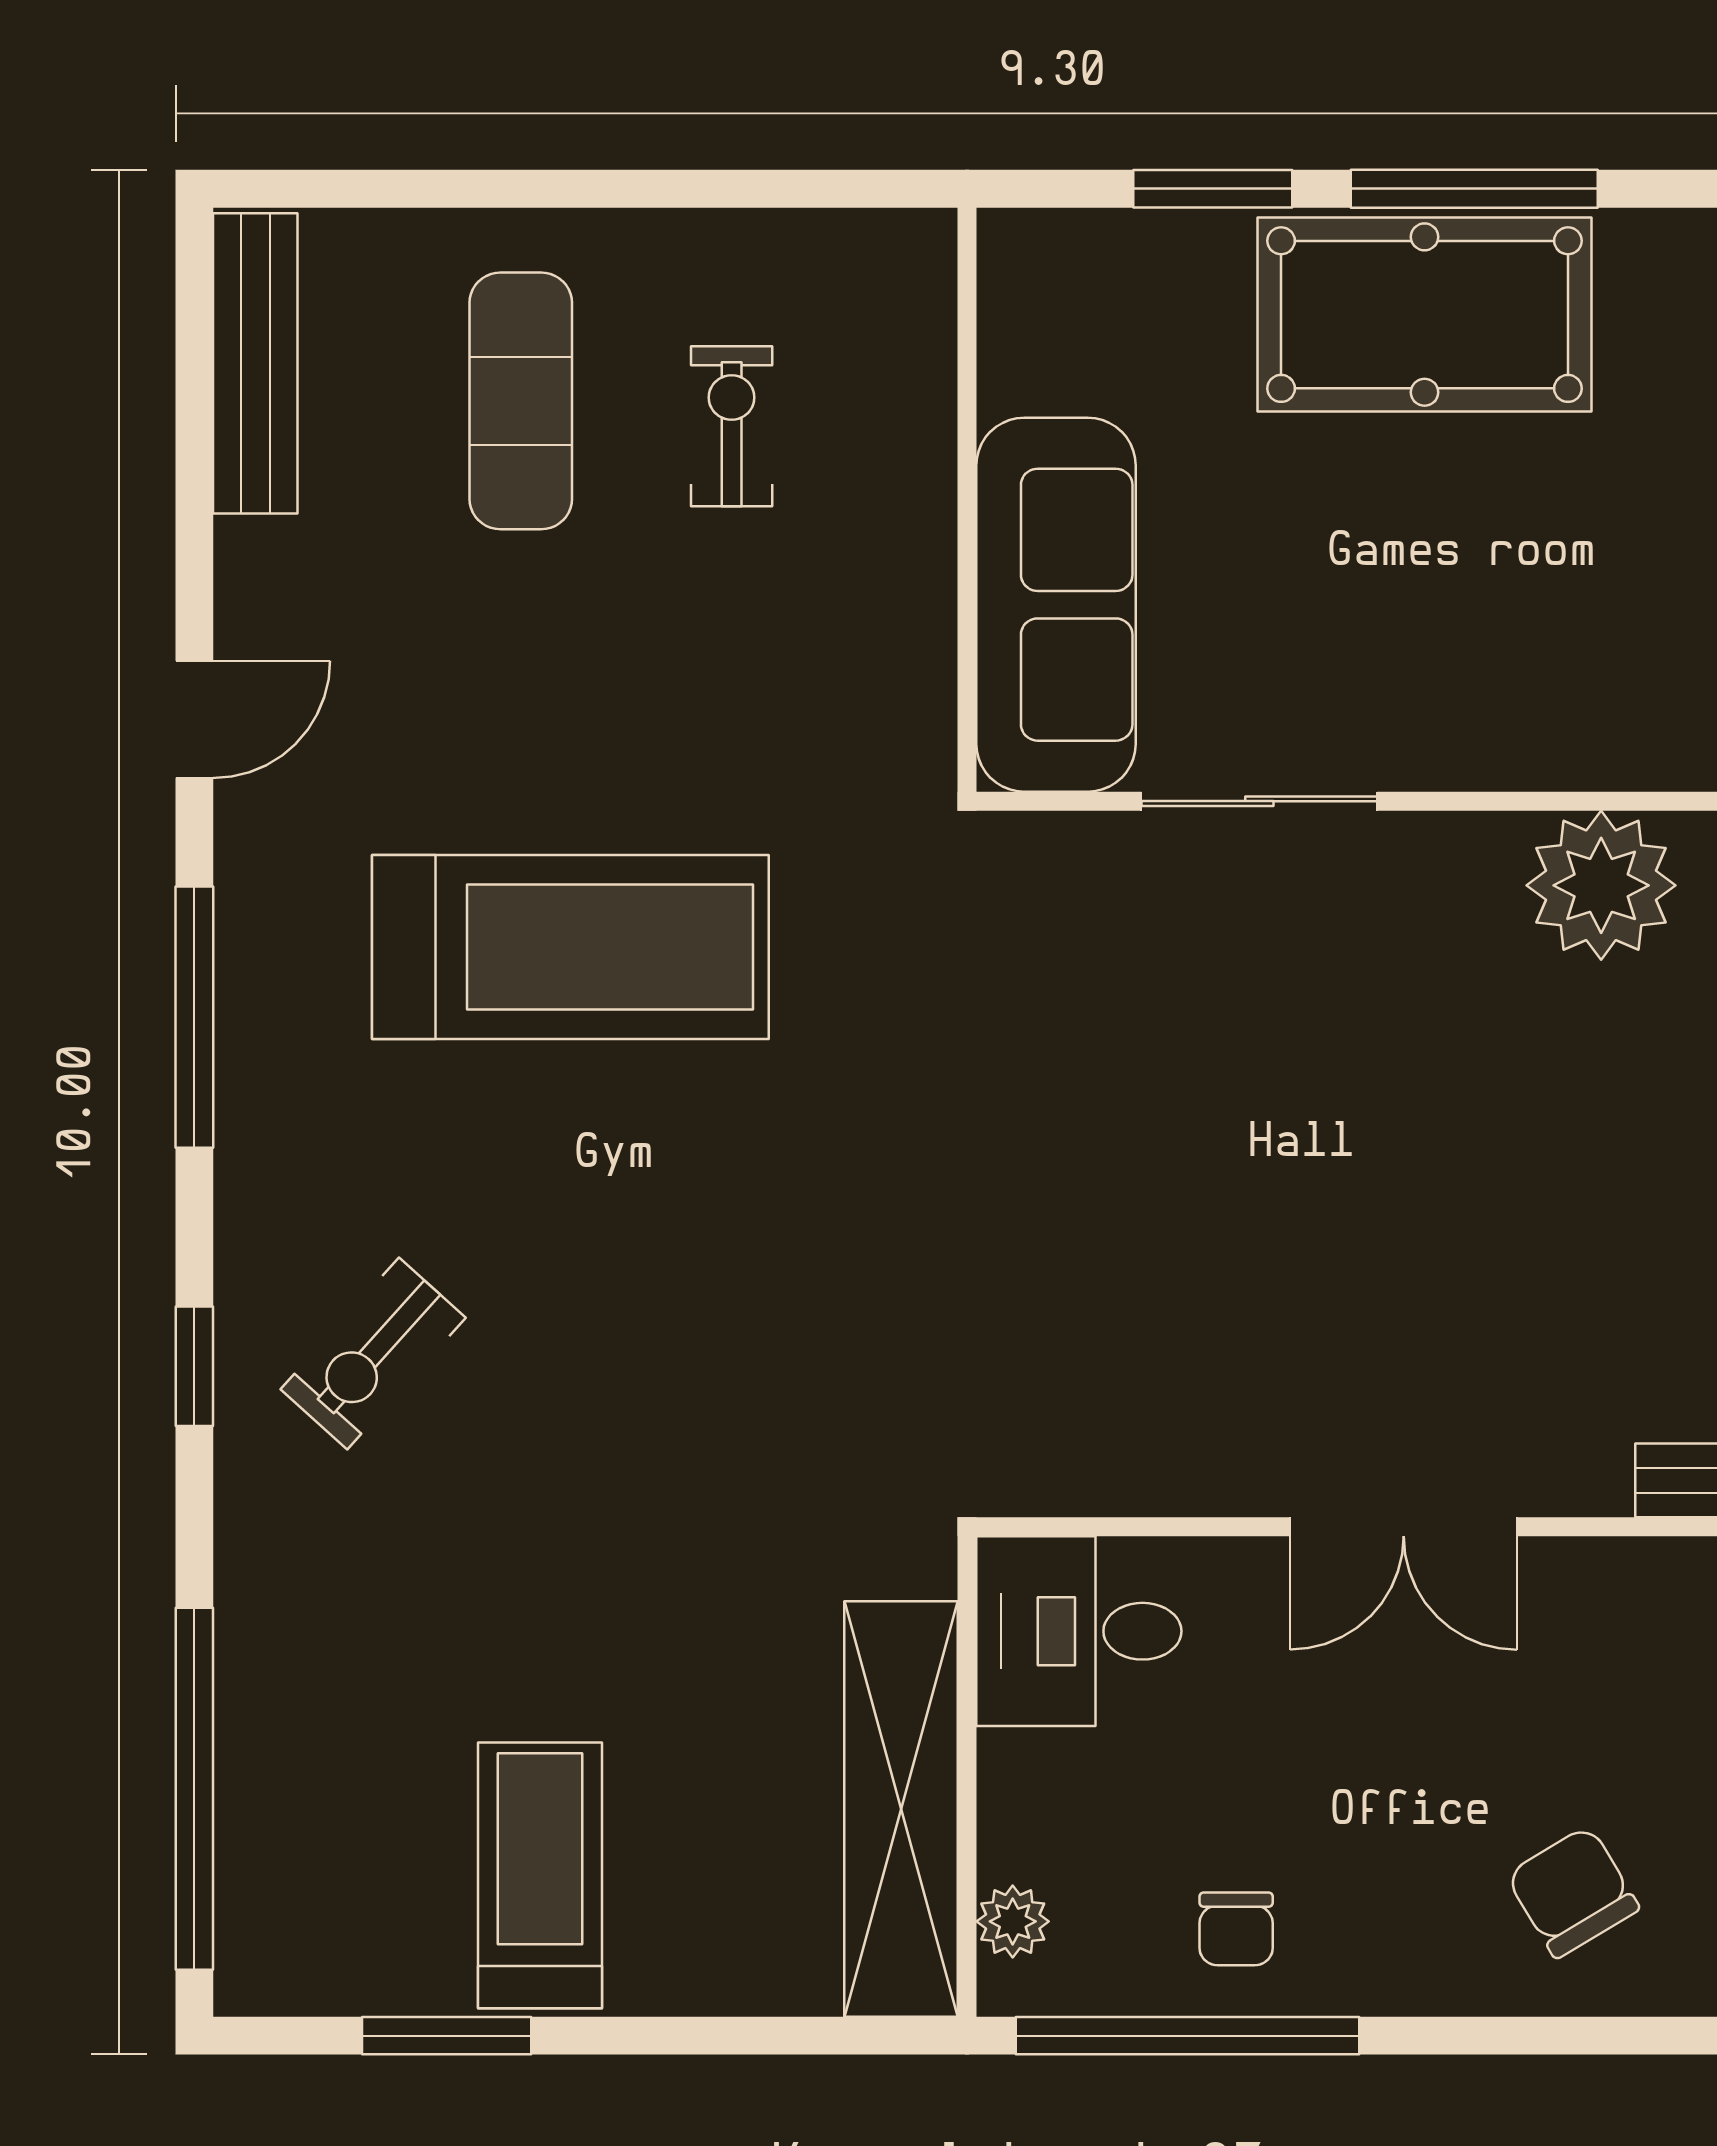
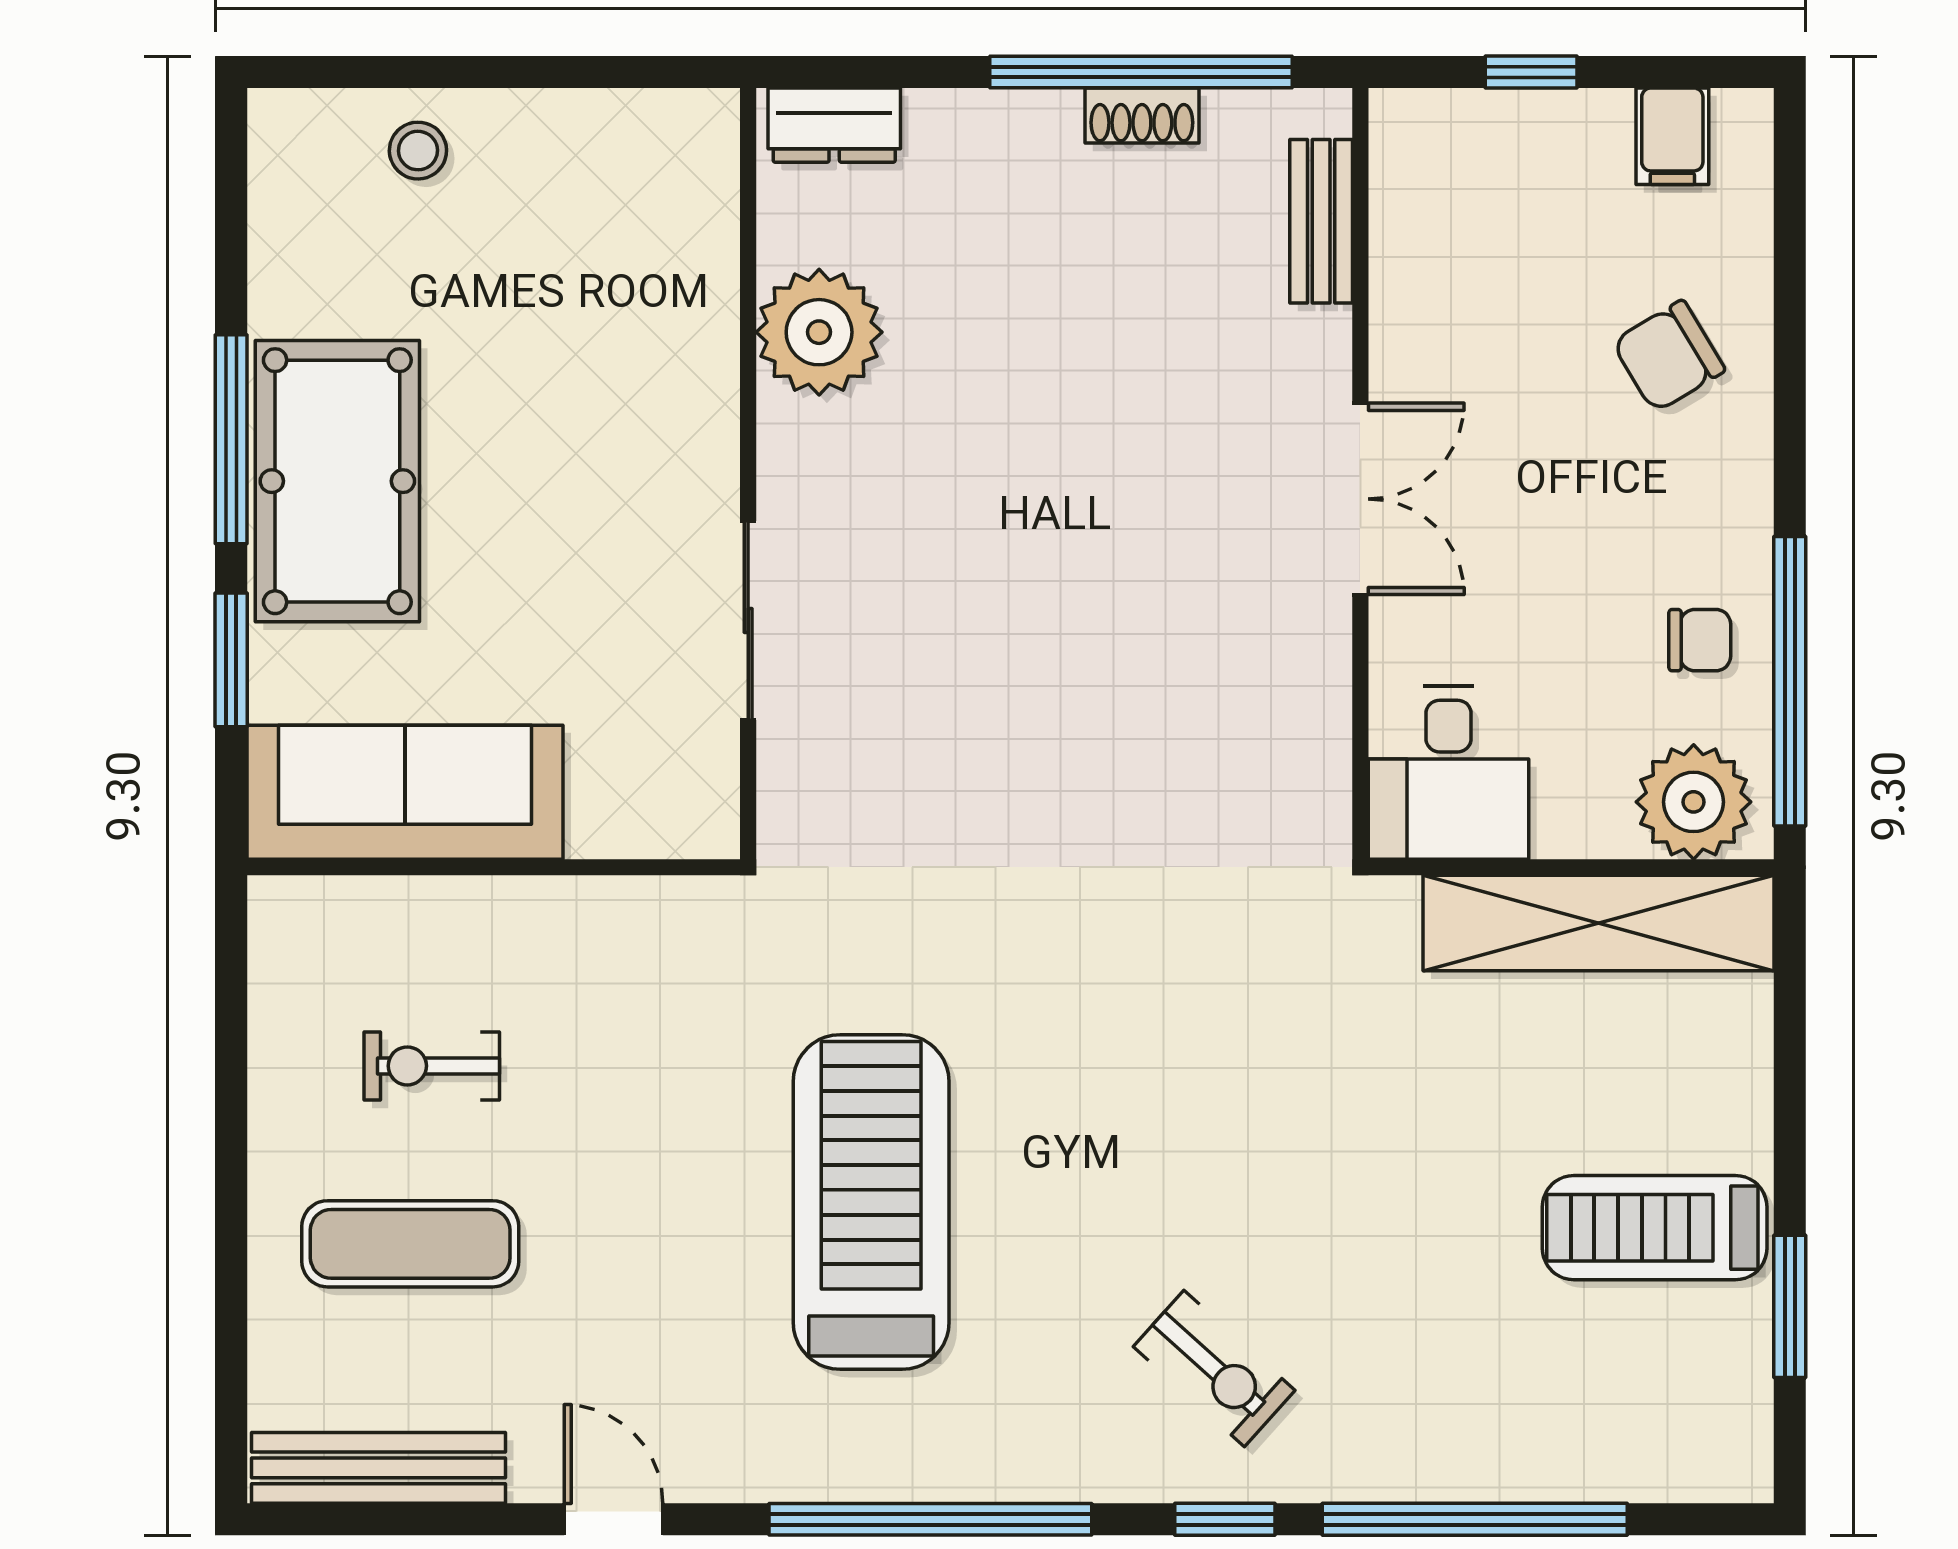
sofa: (1056, 605) -> (405, 792), moved
door: (194, 719) -> (614, 1519), moved
window: (194, 1017) -> (930, 1519), width x1.46
window: (194, 1789) -> (1475, 1519), moved
plant: (1013, 1921) -> (1694, 802), width x1.88, depth x1.88

